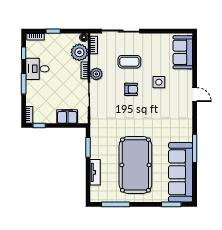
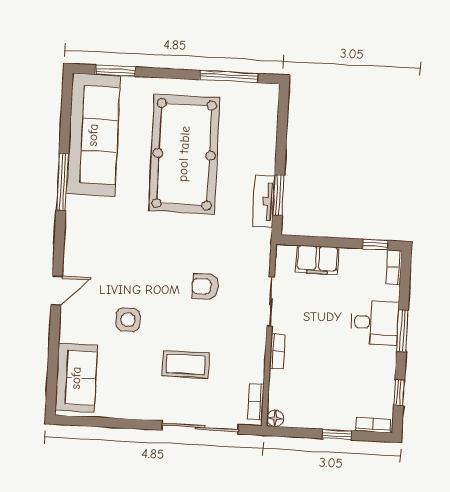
plant: (79, 52) -> (286, 389), removed
desk: (37, 69) -> (375, 323), moved
plant: (96, 74) -> (254, 343), removed
armchair: (131, 89) -> (205, 287), moved
door: (195, 95) -> (57, 291), swing flipped
tv unit: (95, 172) -> (264, 201), moved

